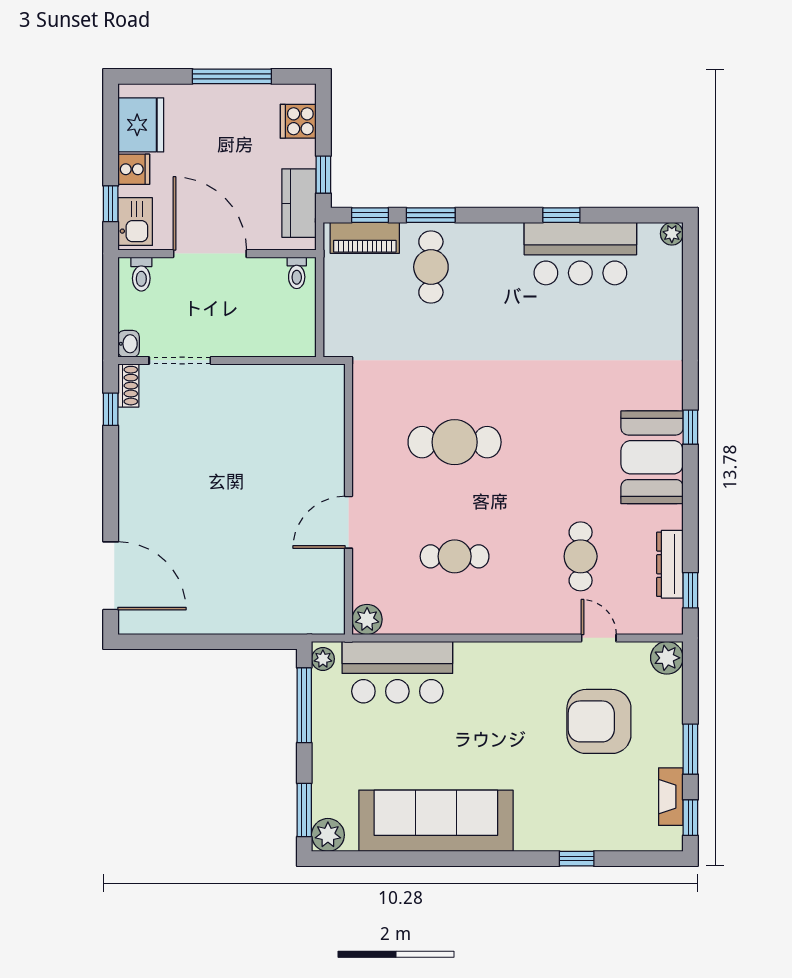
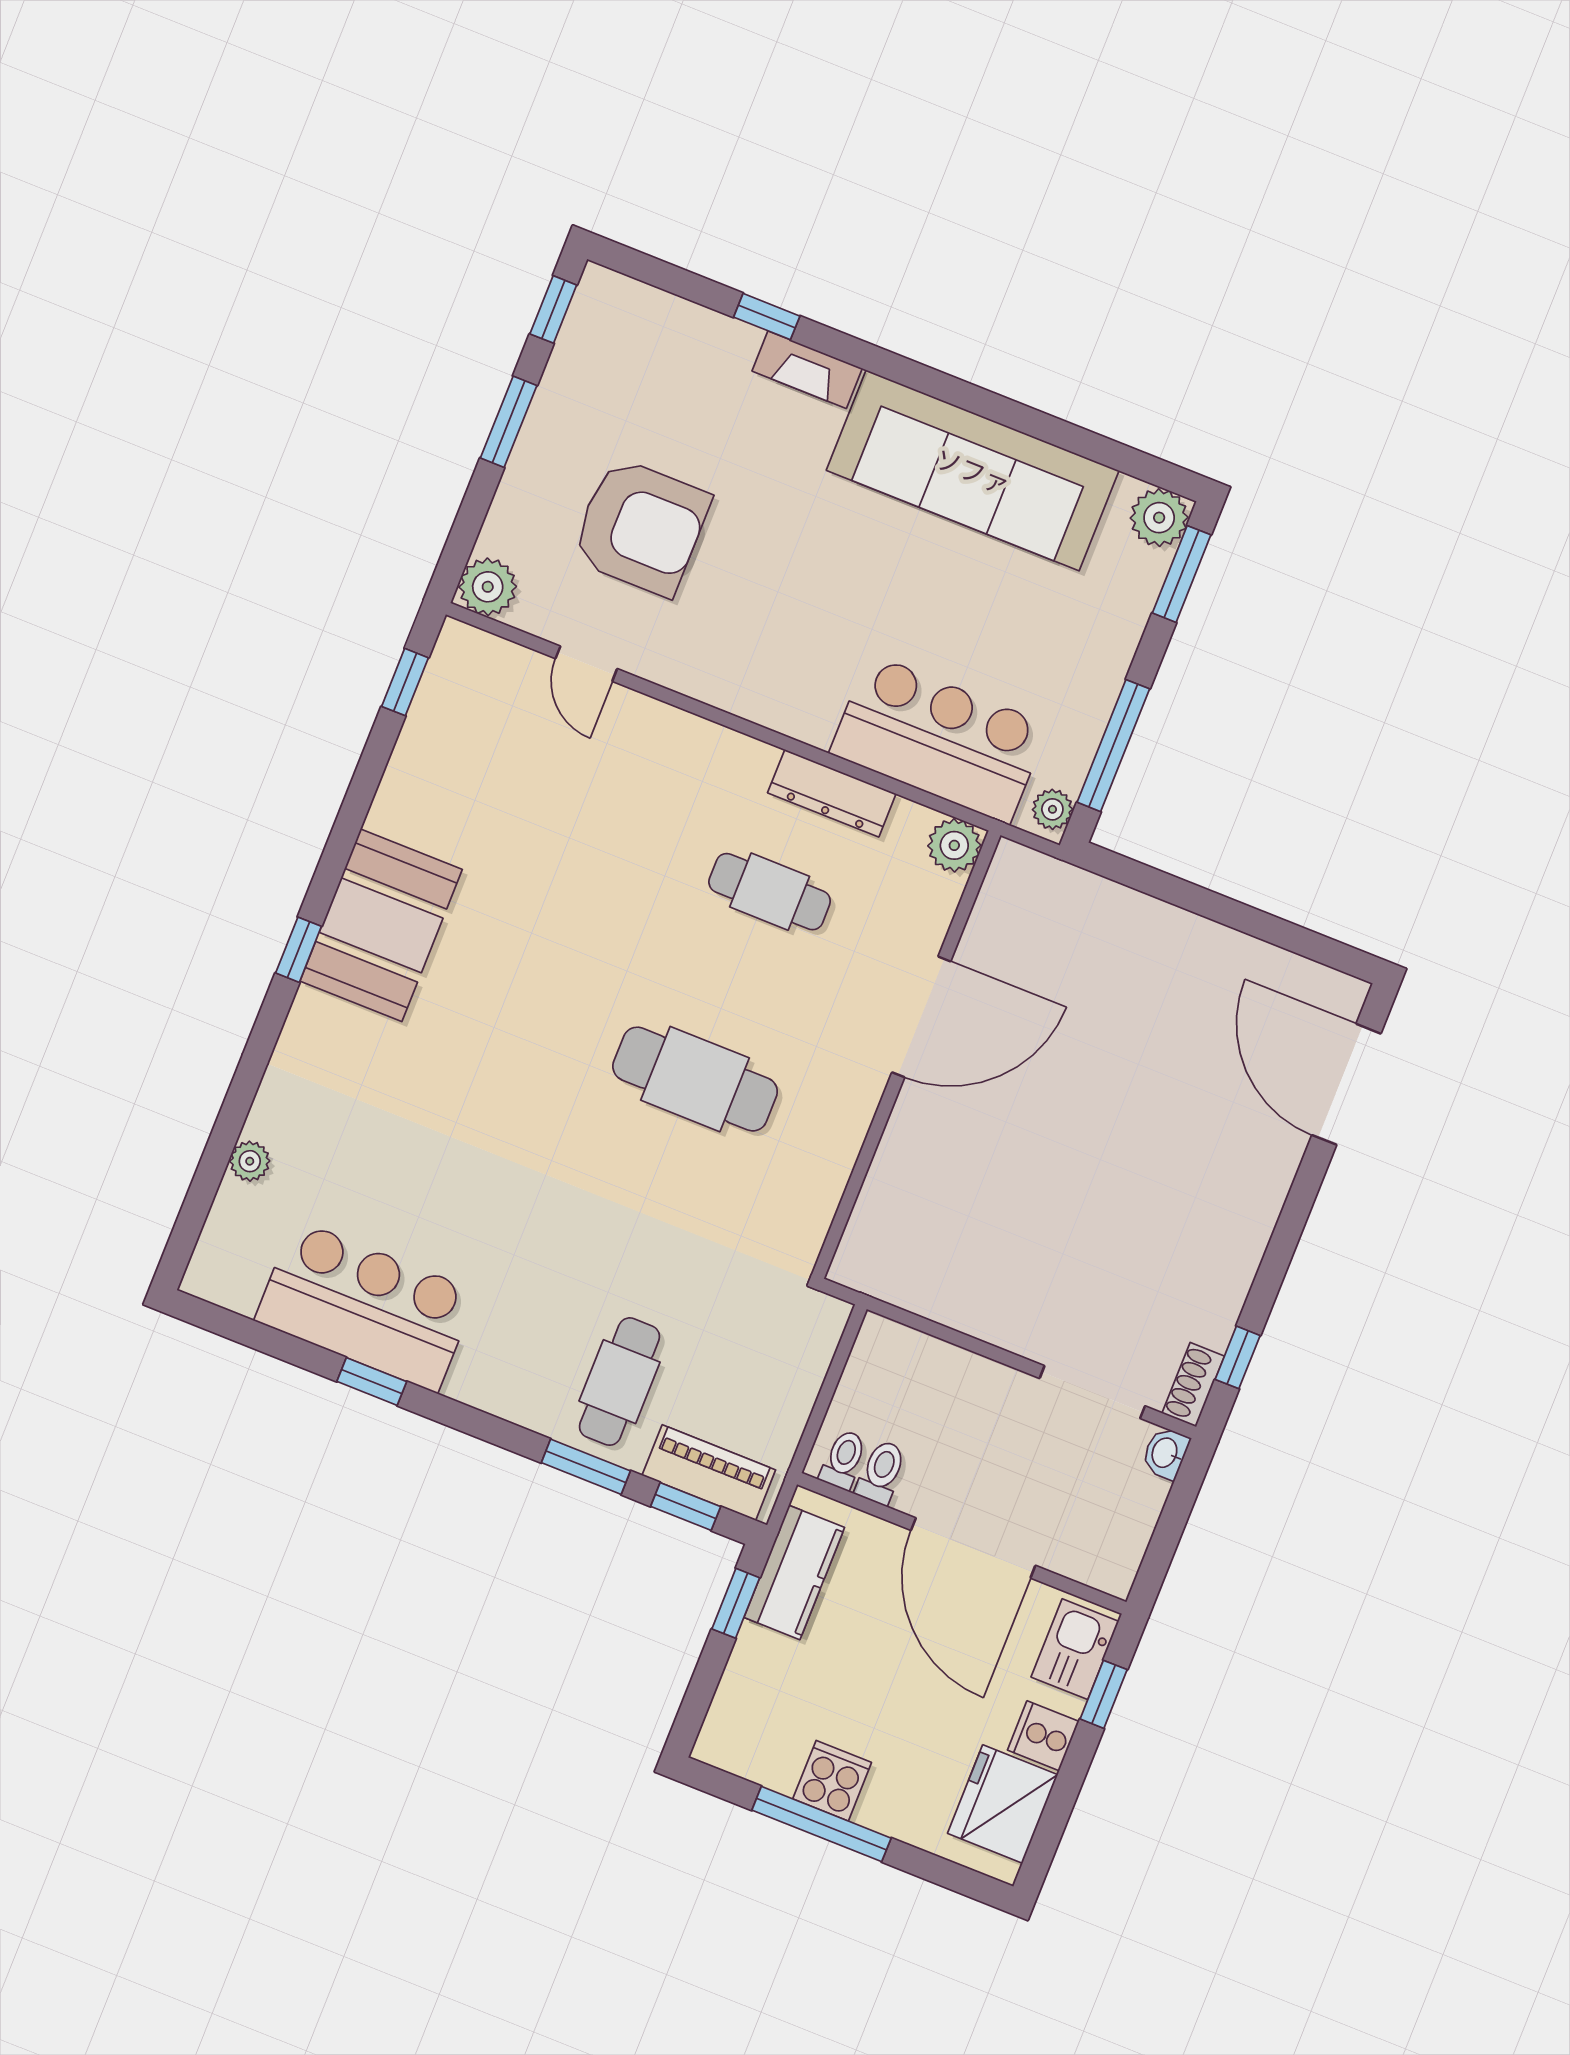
cooker: (298, 121) -> (832, 1781), moved, turned -90
plant: (672, 234) -> (250, 1161), moved
toilet: (141, 274) -> (881, 1472), moved
door: (348, 522) -> (921, 1017), width x1.36
cafe table: (581, 556) -> (563, 809), removed
dresser: (670, 564) -> (832, 793), moved, turned 90
fireplace: (671, 797) -> (807, 370), moved, turned 90

